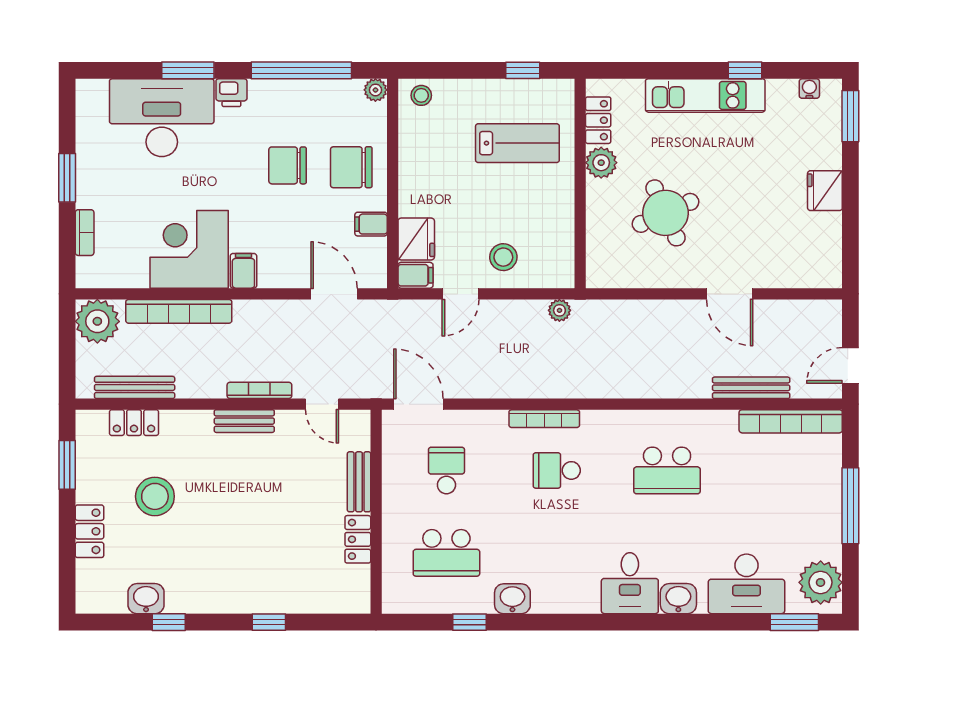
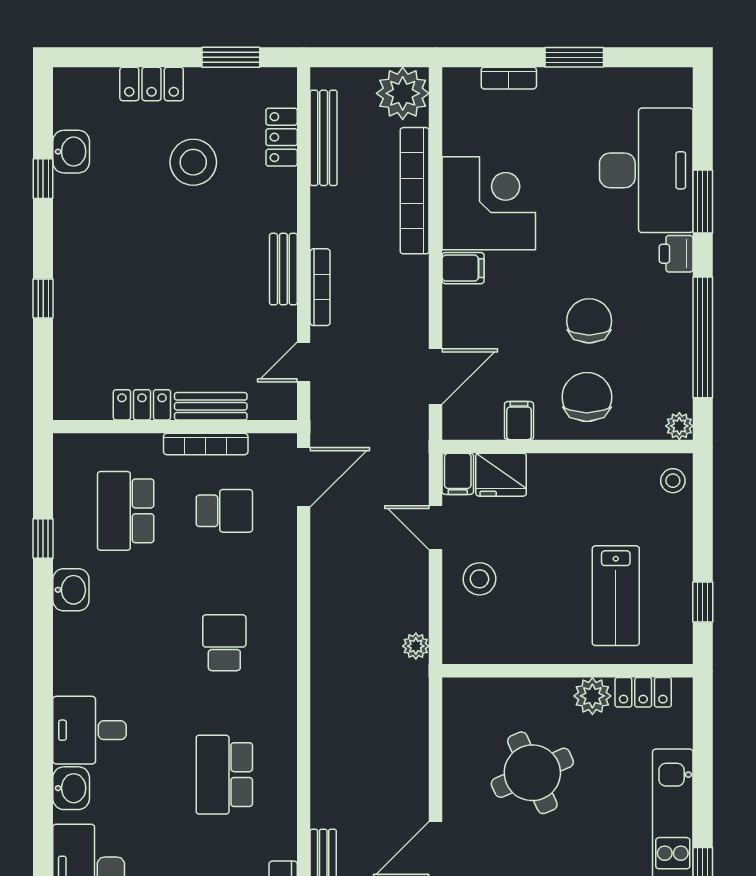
bookcase: (544, 419) -> (206, 444), moved, turned -90

